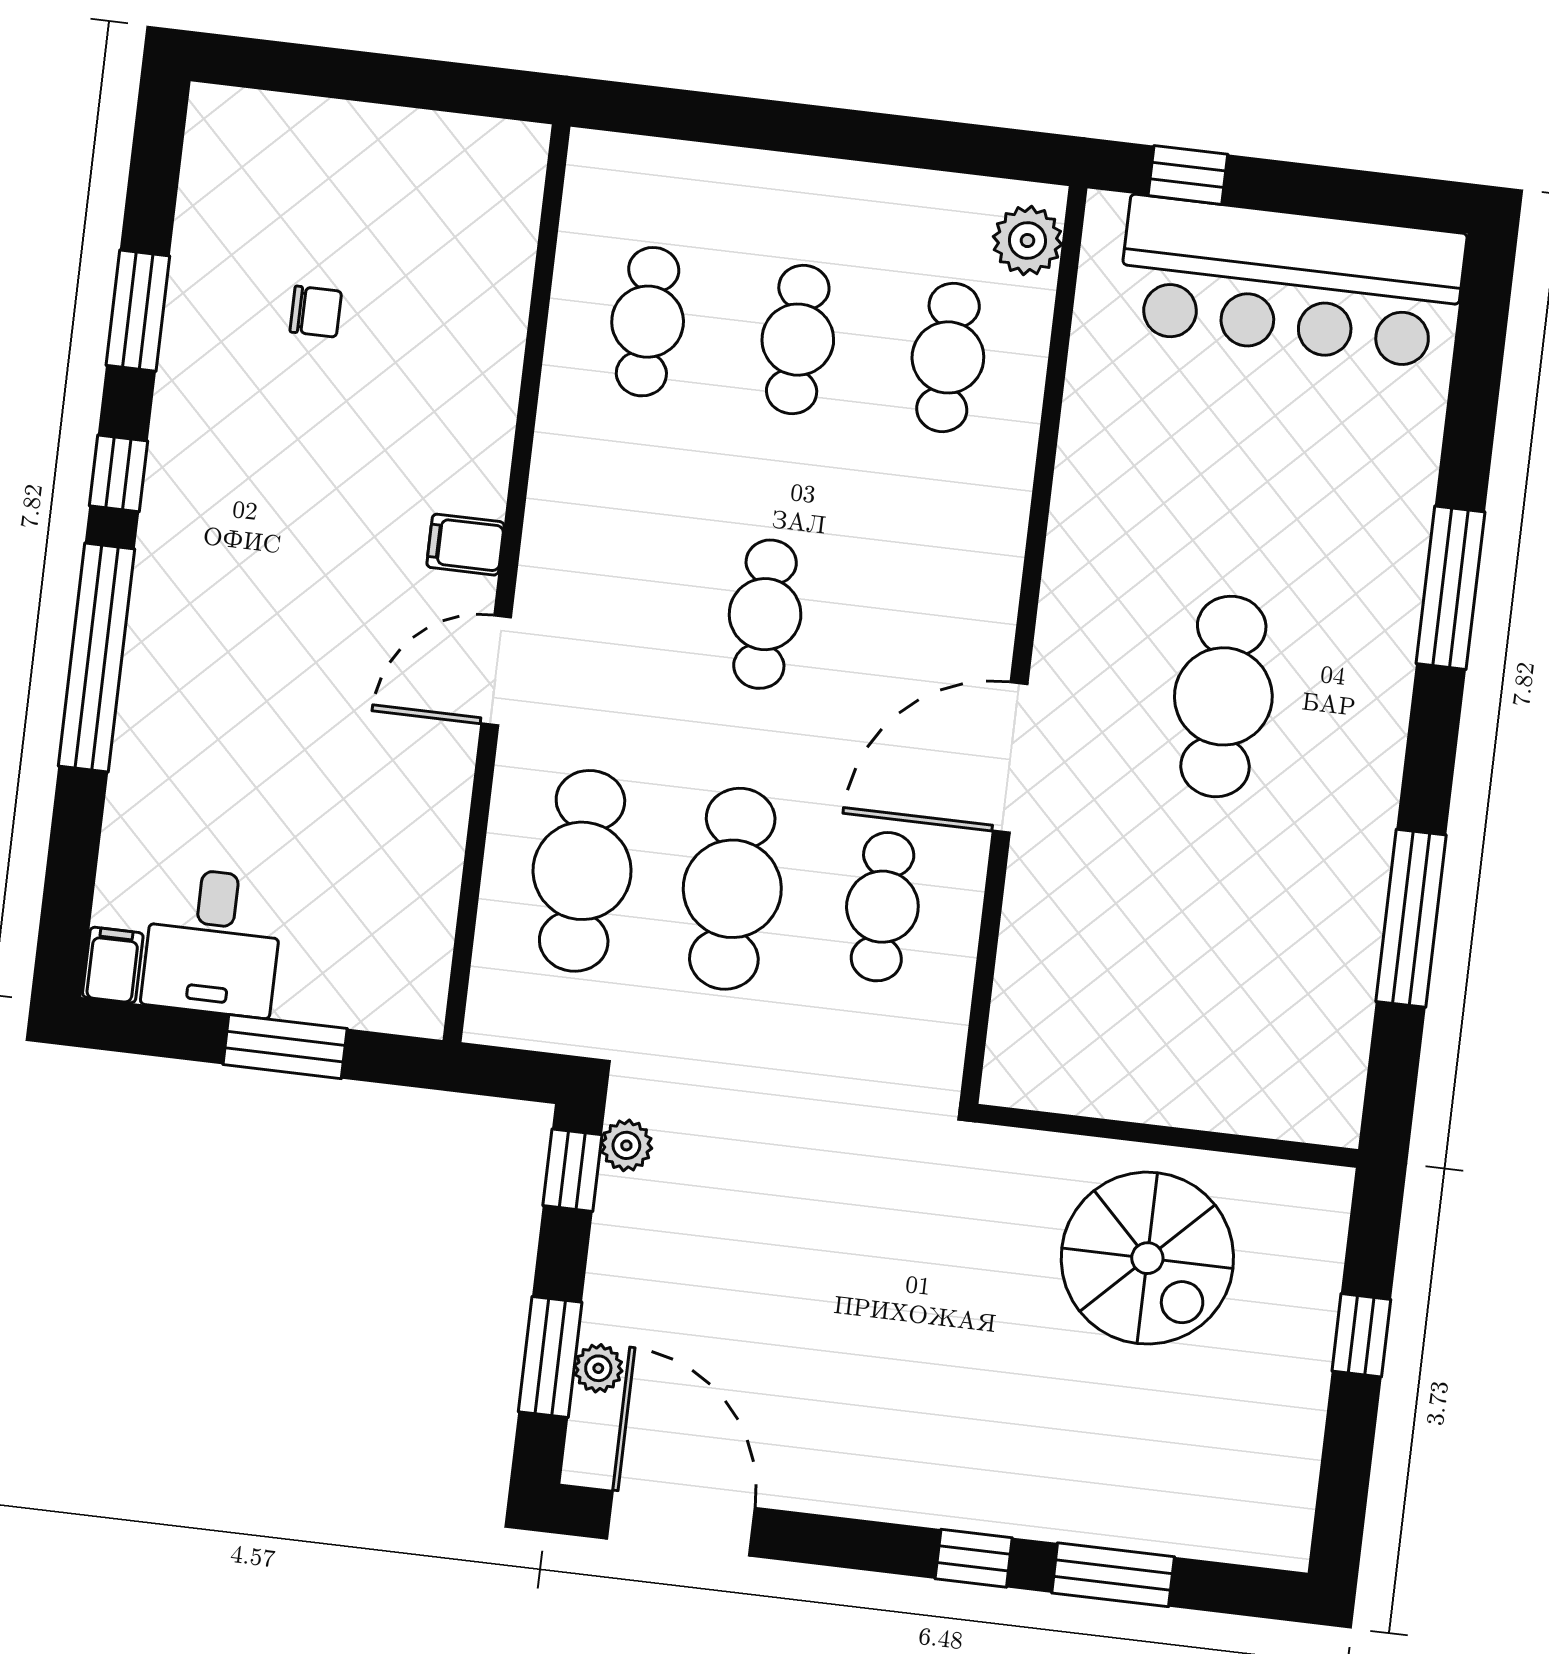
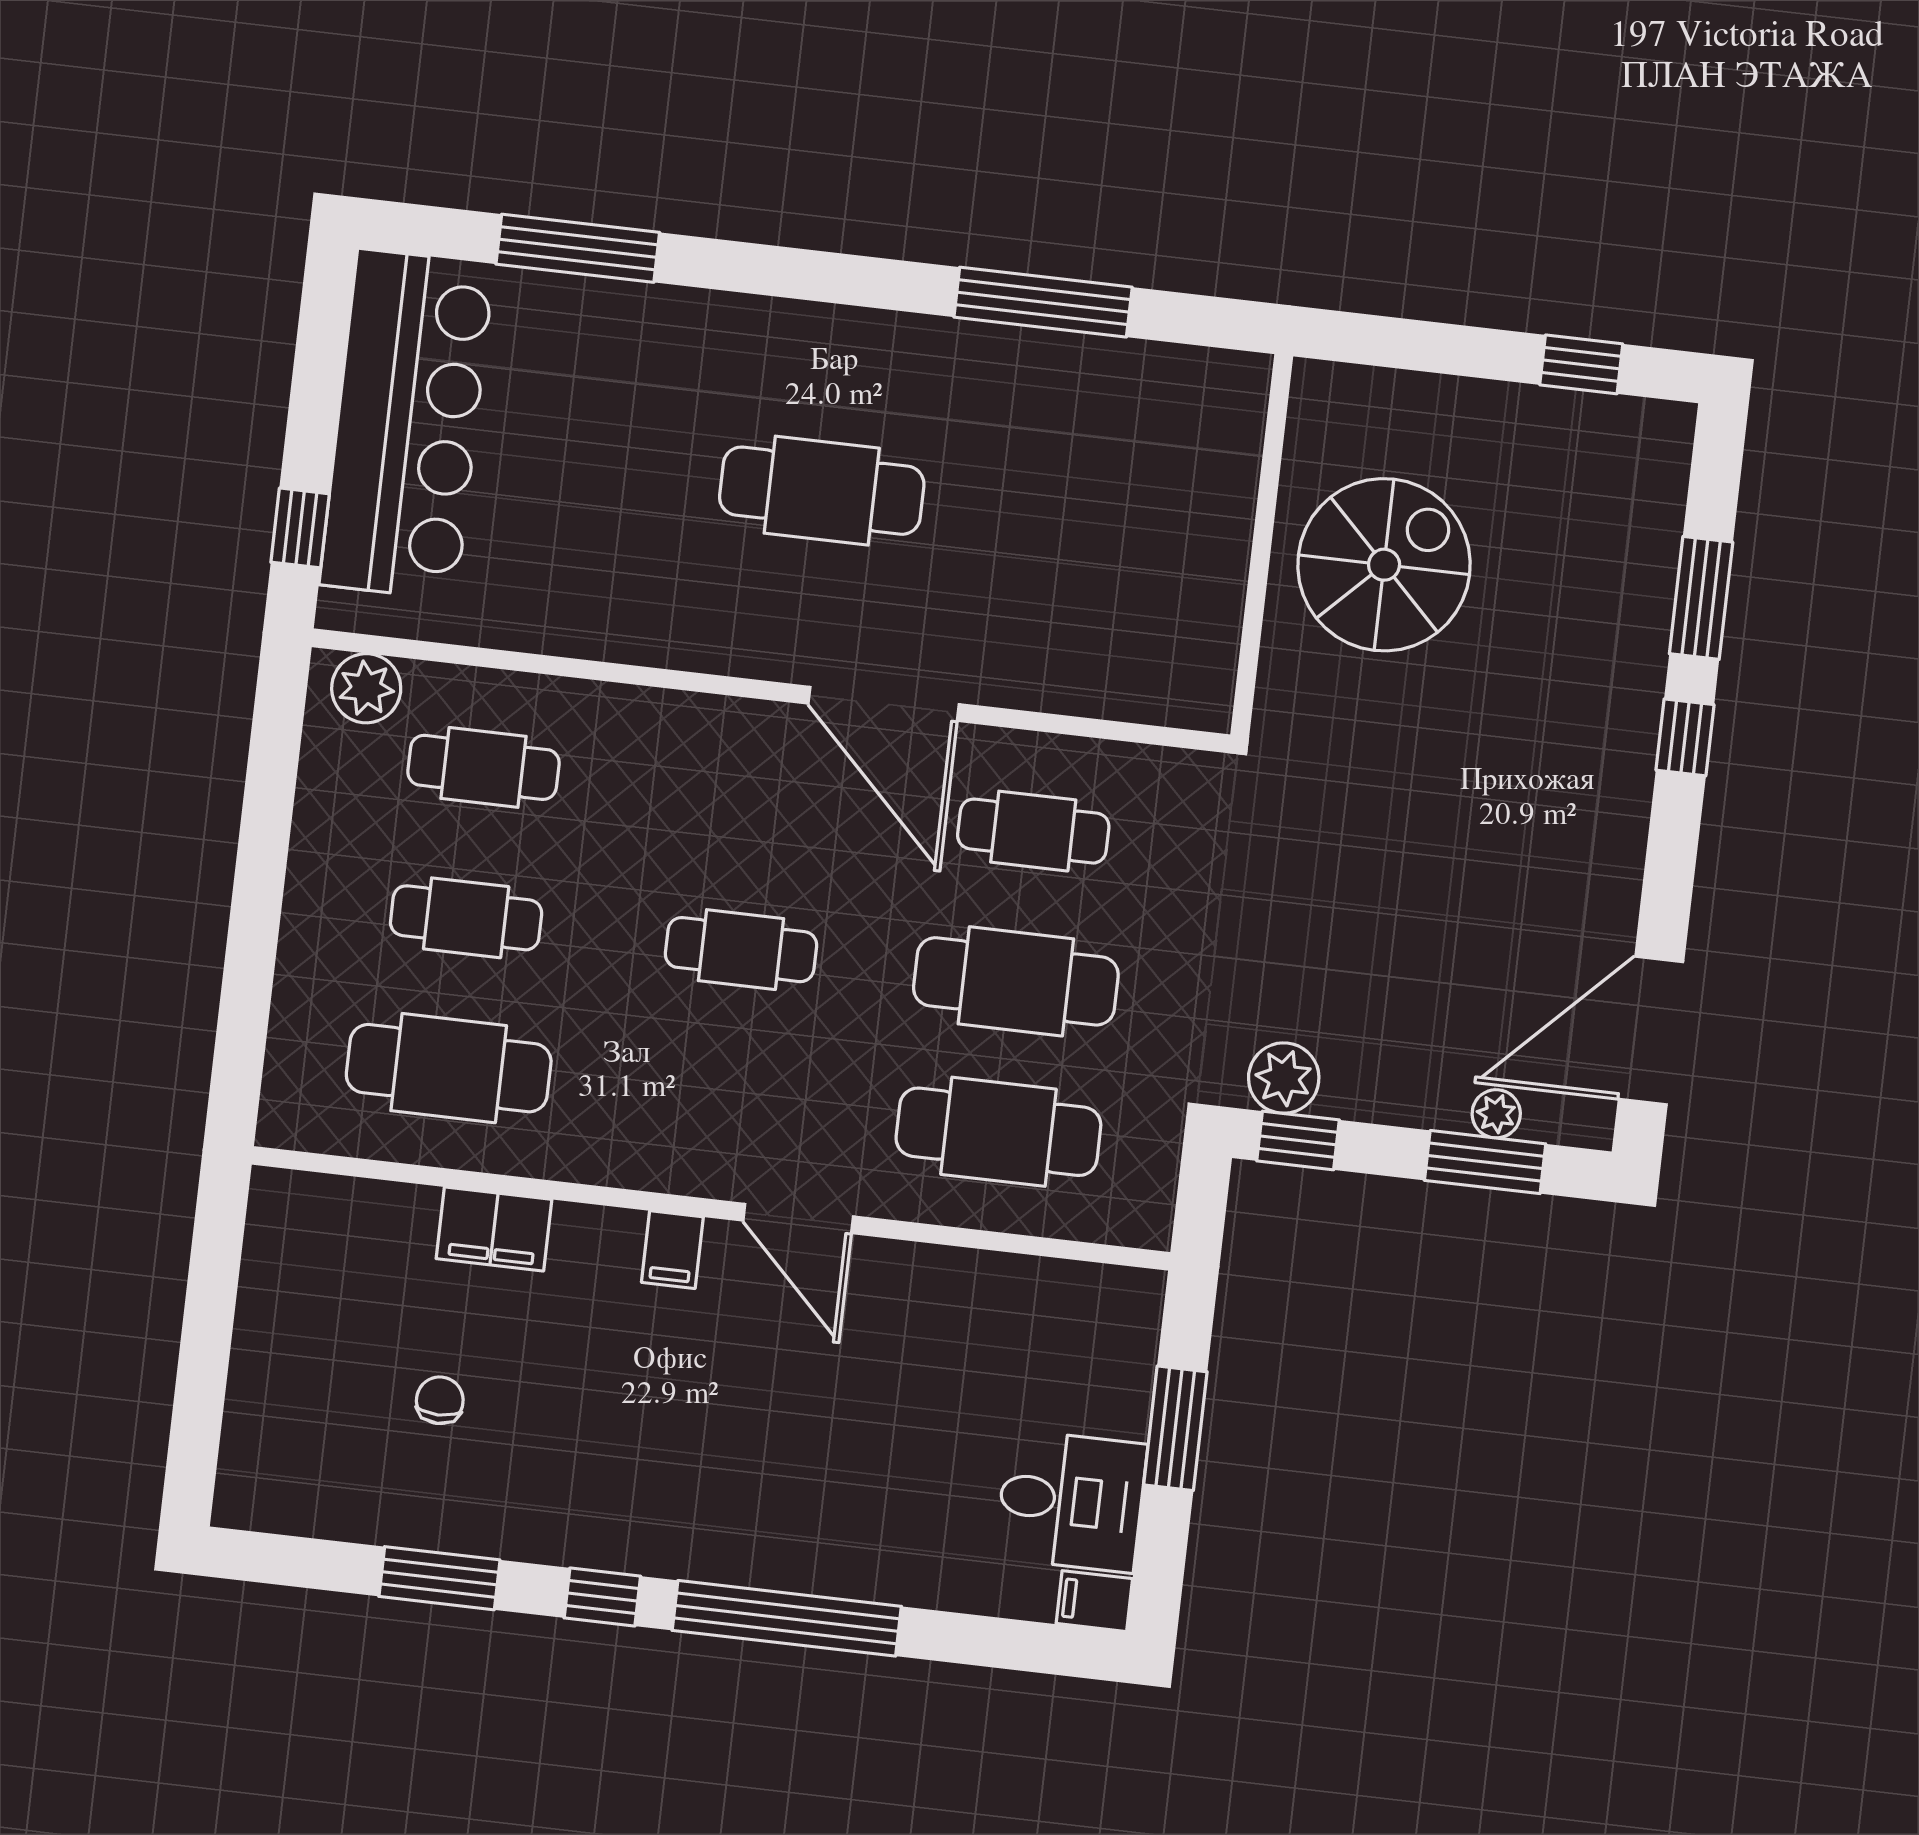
cafe table: (648, 322) -> (449, 1068), width x1.37, depth x1.35
filing cabinet: (487, 366) -> (494, 1229), added
window: (1450, 588) -> (578, 248), moved
plant: (626, 1145) -> (1284, 1078), width x1.38, depth x1.38
window: (1361, 1335) -> (1581, 364), moved

